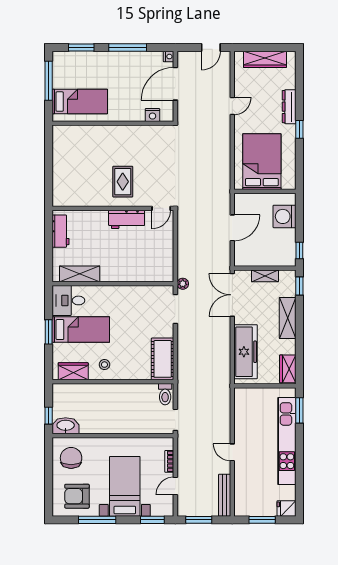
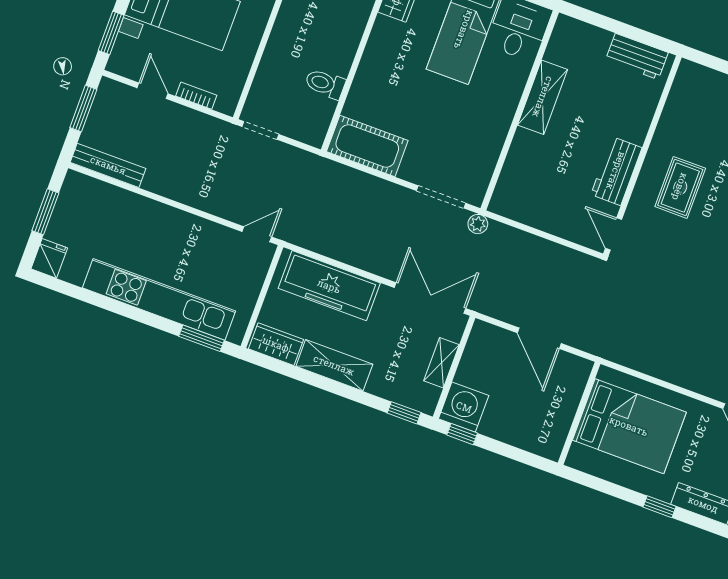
rug: (123, 182) -> (680, 187), turned 90
washing machine: (285, 216) -> (464, 407), moved
shelving: (80, 274) -> (543, 97), moved
shelving: (288, 318) -> (334, 365), moved
stool: (104, 365) -> (393, 48), removed
toilet: (165, 394) -> (325, 84), moved
door: (232, 452) -> (257, 234), moved

